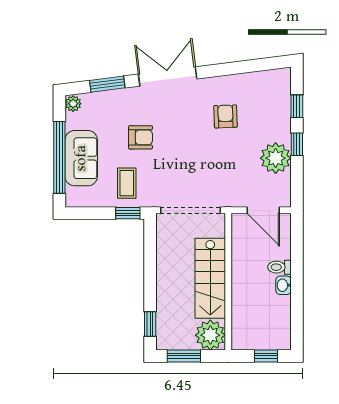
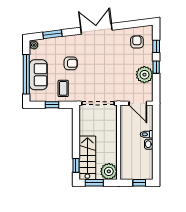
double door: (168, 76) -> (96, 29), moved
armchair: (225, 116) -> (137, 42), moved
window: (128, 213) -> (52, 105), moved
stairs: (210, 278) -> (87, 158), moved, turned 180

